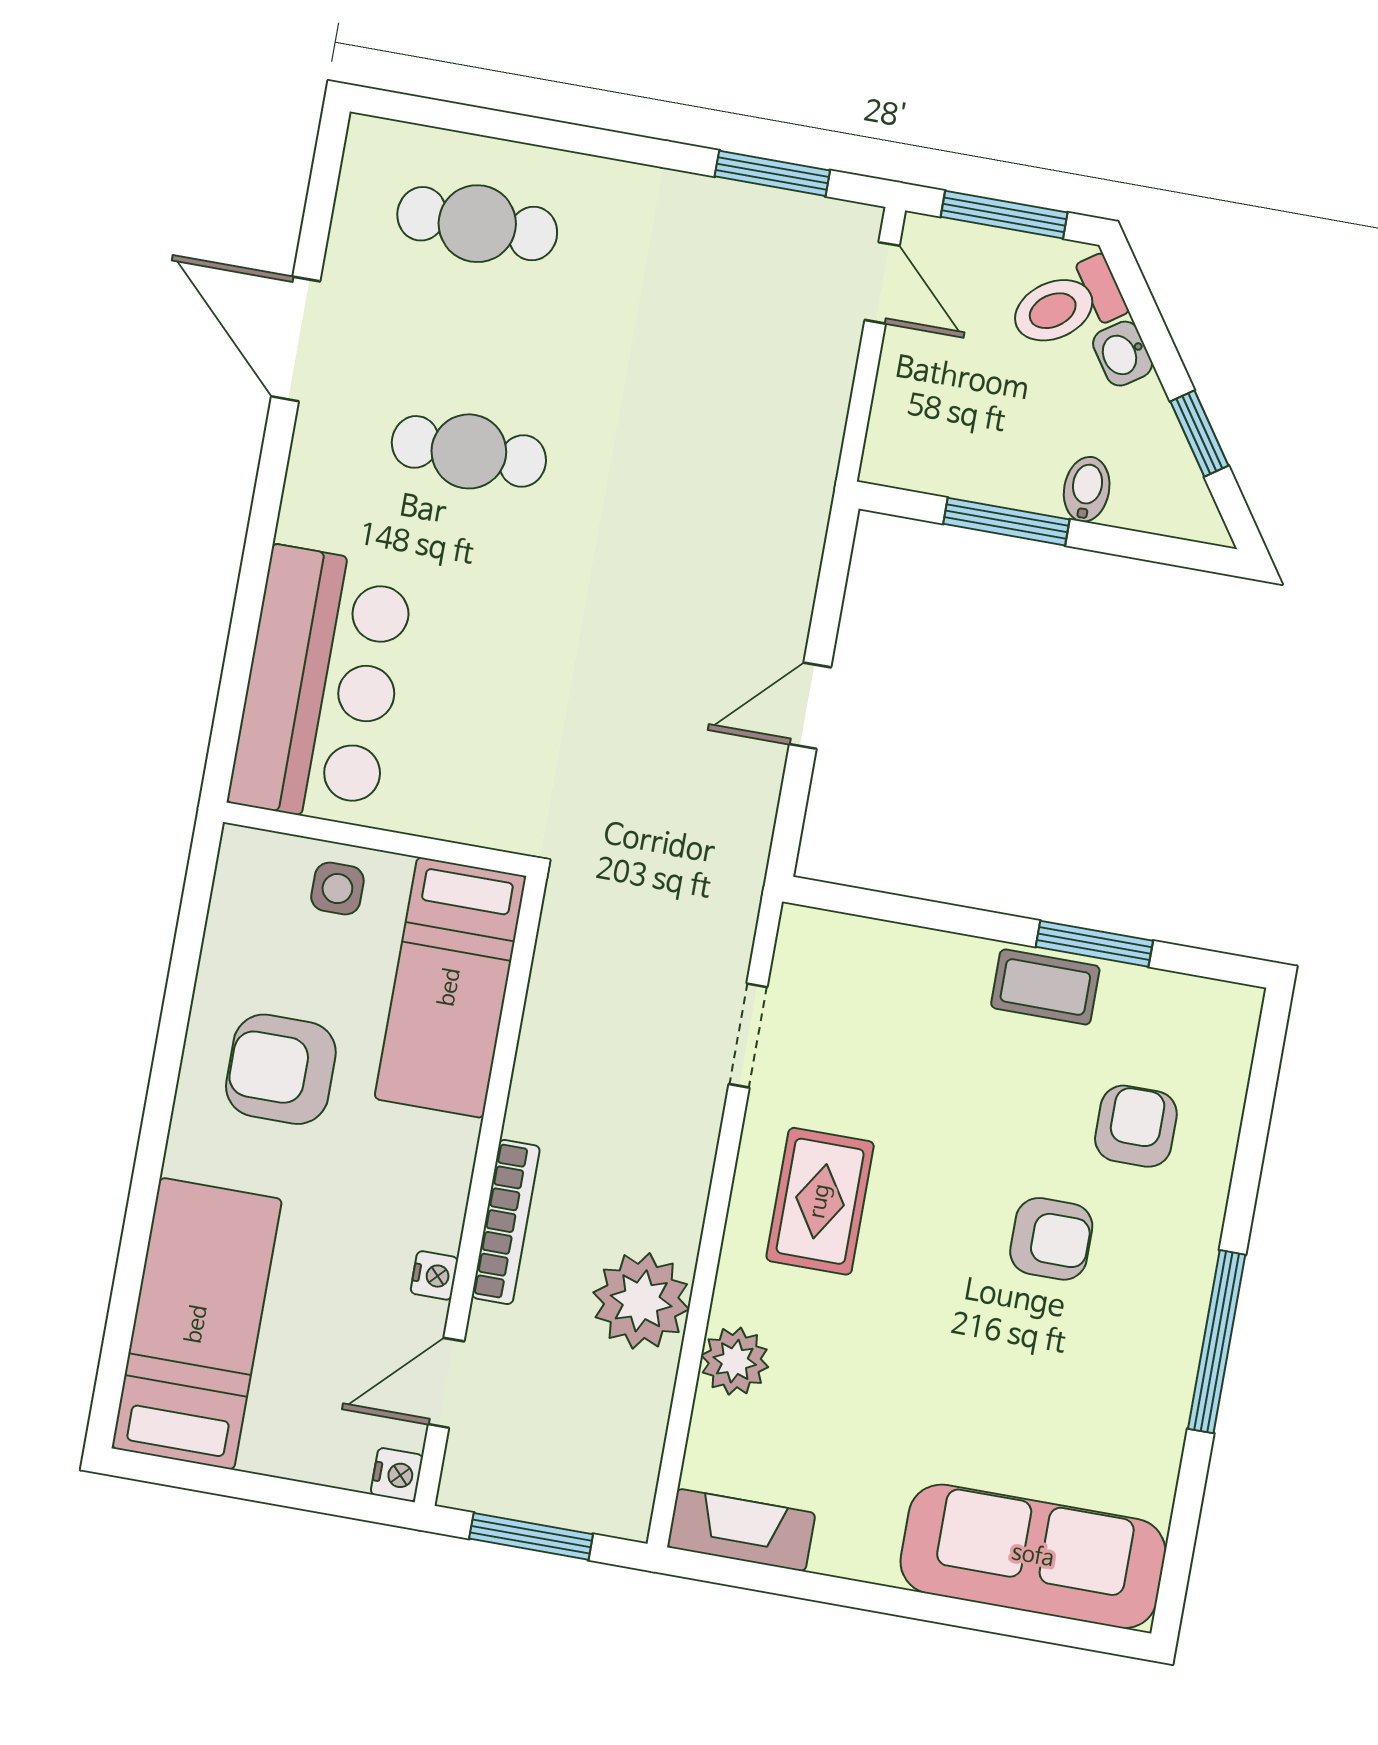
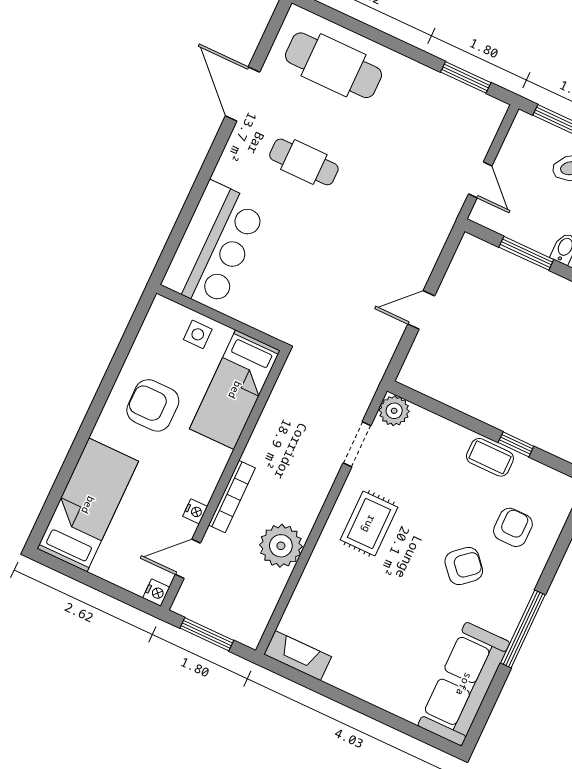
cafe table: (477, 224) -> (334, 65), width x1.37, depth x1.35
door: (882, 283) -> (480, 180), moved
window: (1094, 944) -> (516, 444), width x0.67
armchair: (1051, 1239) -> (464, 566), turned -41
plant: (735, 1361) -> (394, 411), moved
sofa: (1033, 1556) -> (464, 684), moved, turned -90

